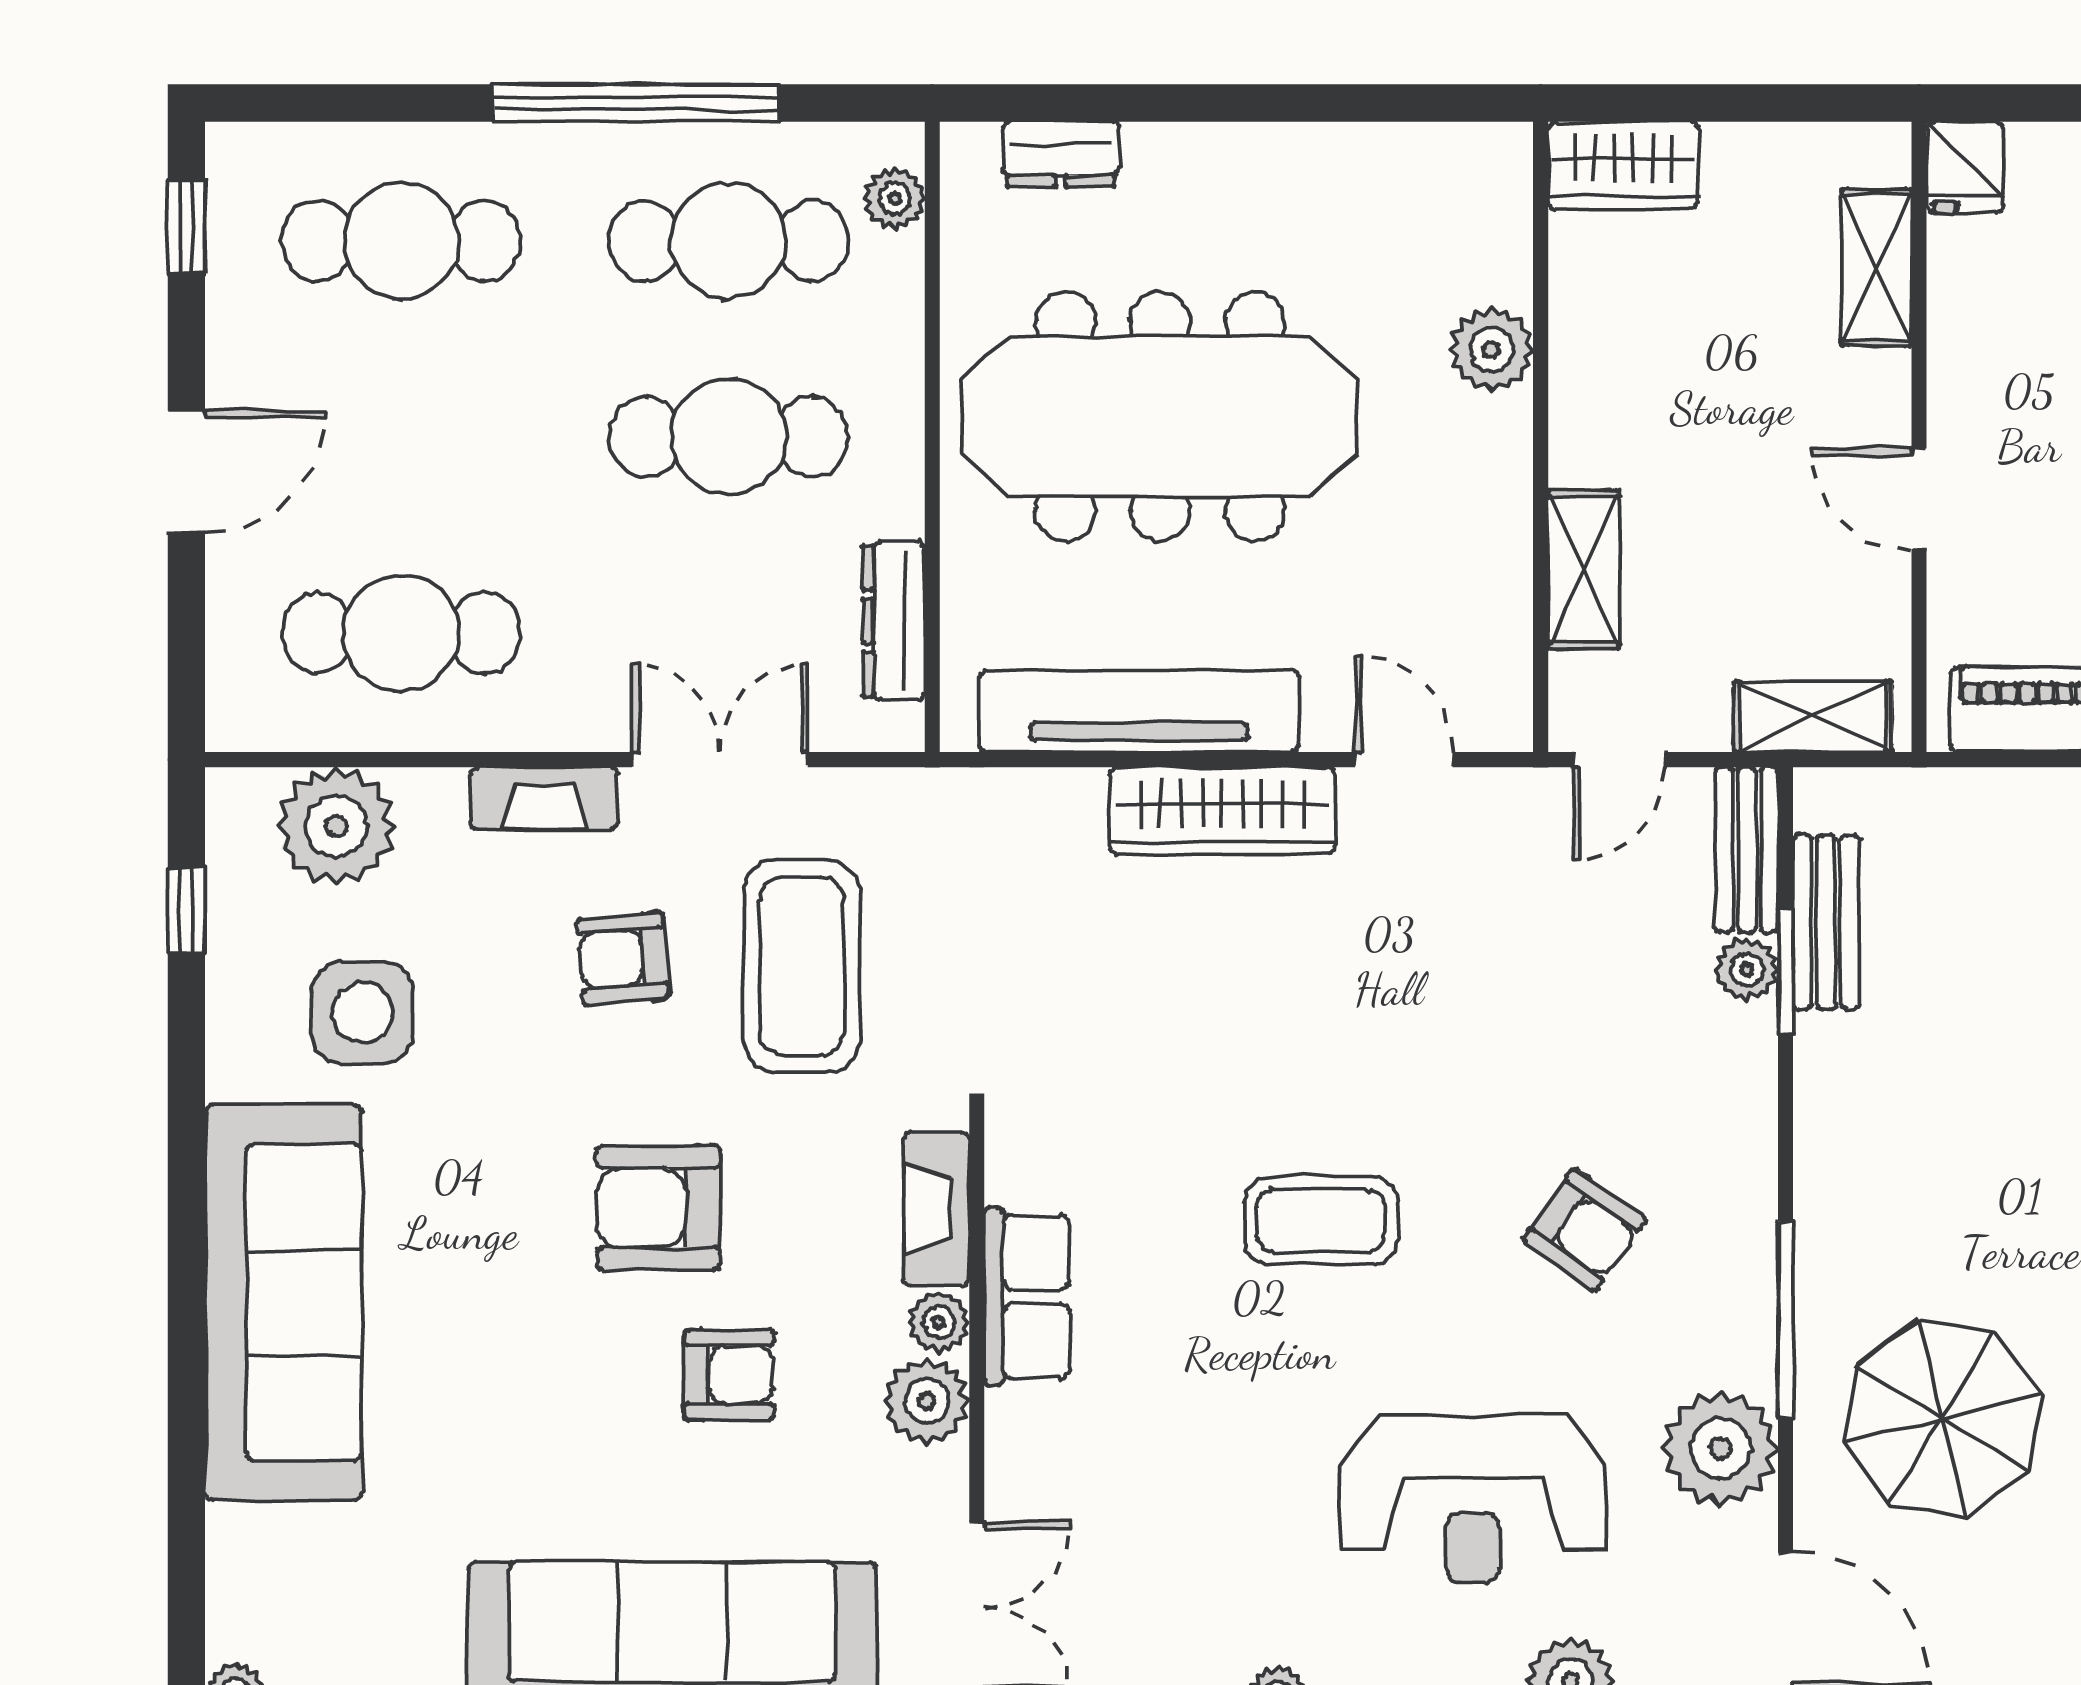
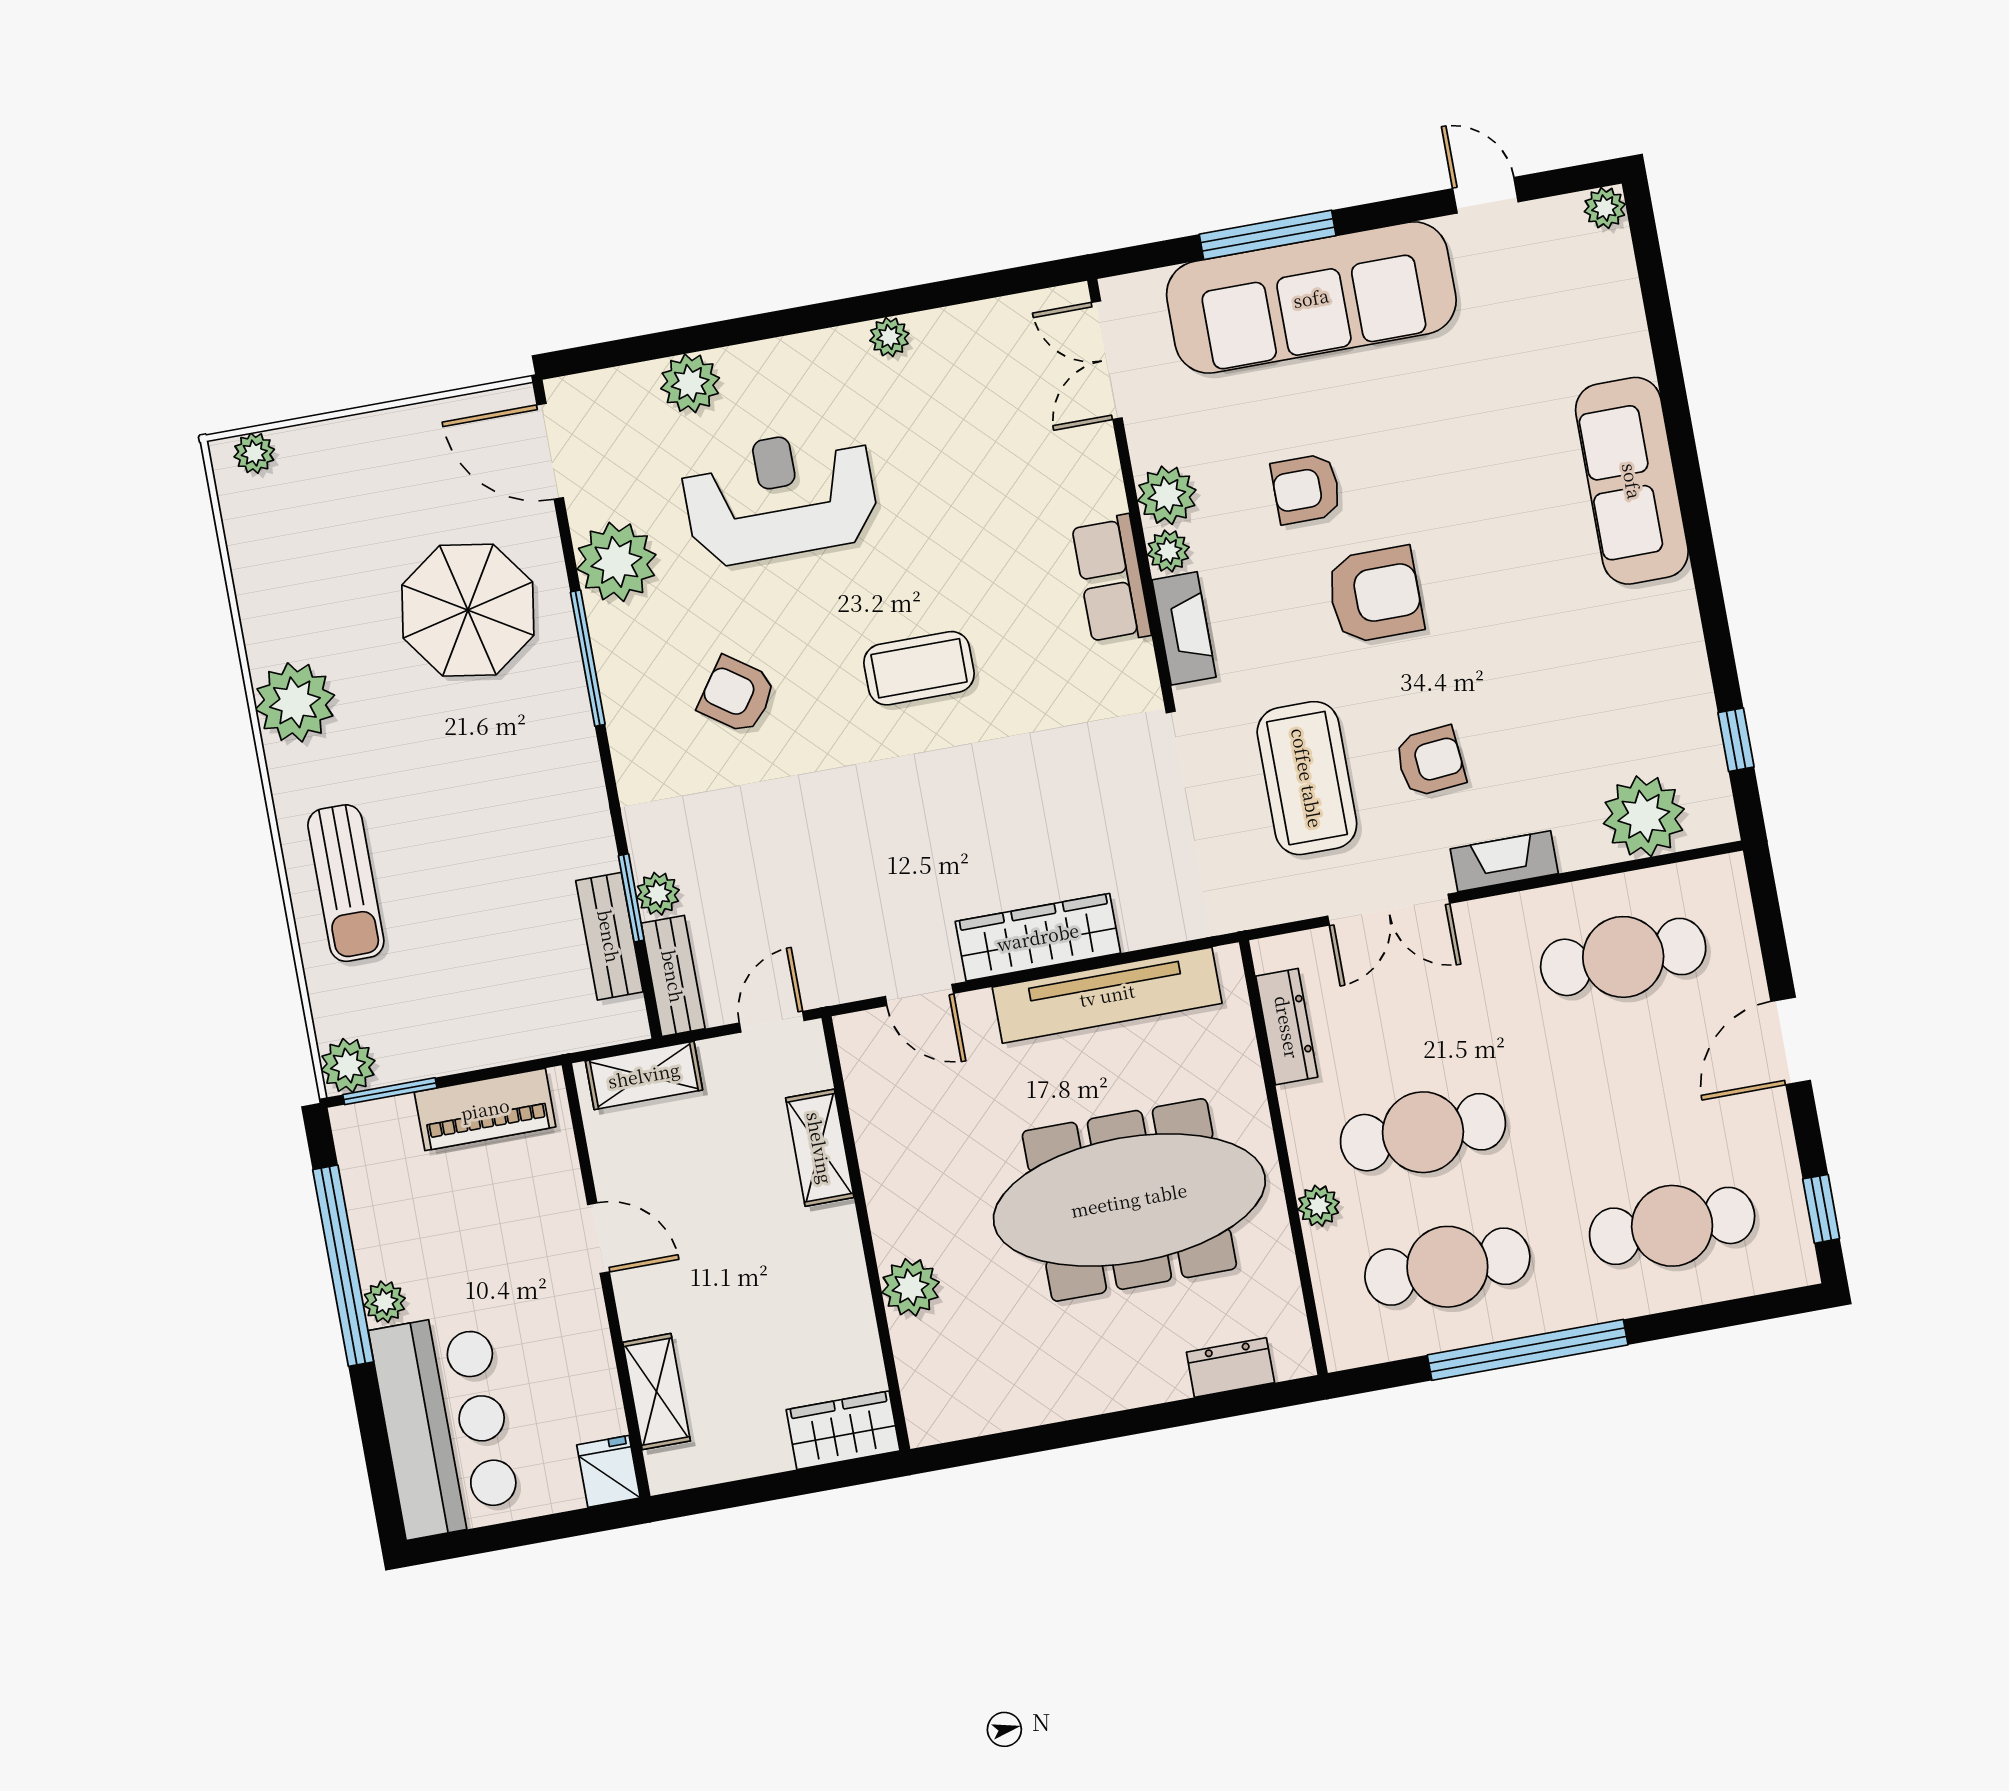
plant: (895, 198) -> (1319, 1206), moved
side table: (362, 1013) -> (1602, 692), removed
sofa: (284, 1302) -> (1632, 481), width x0.74, depth x0.79

